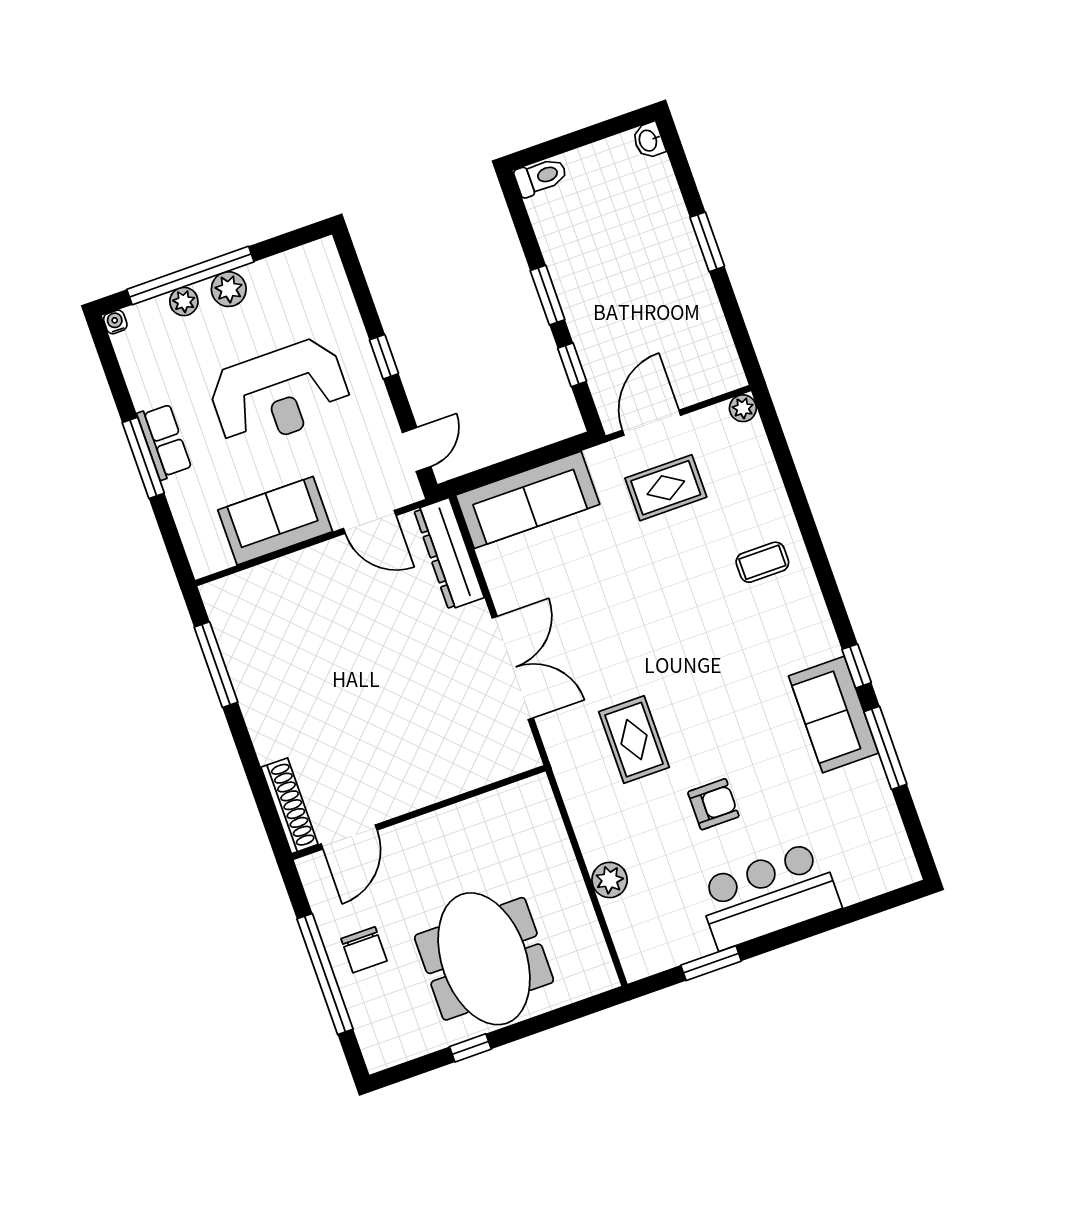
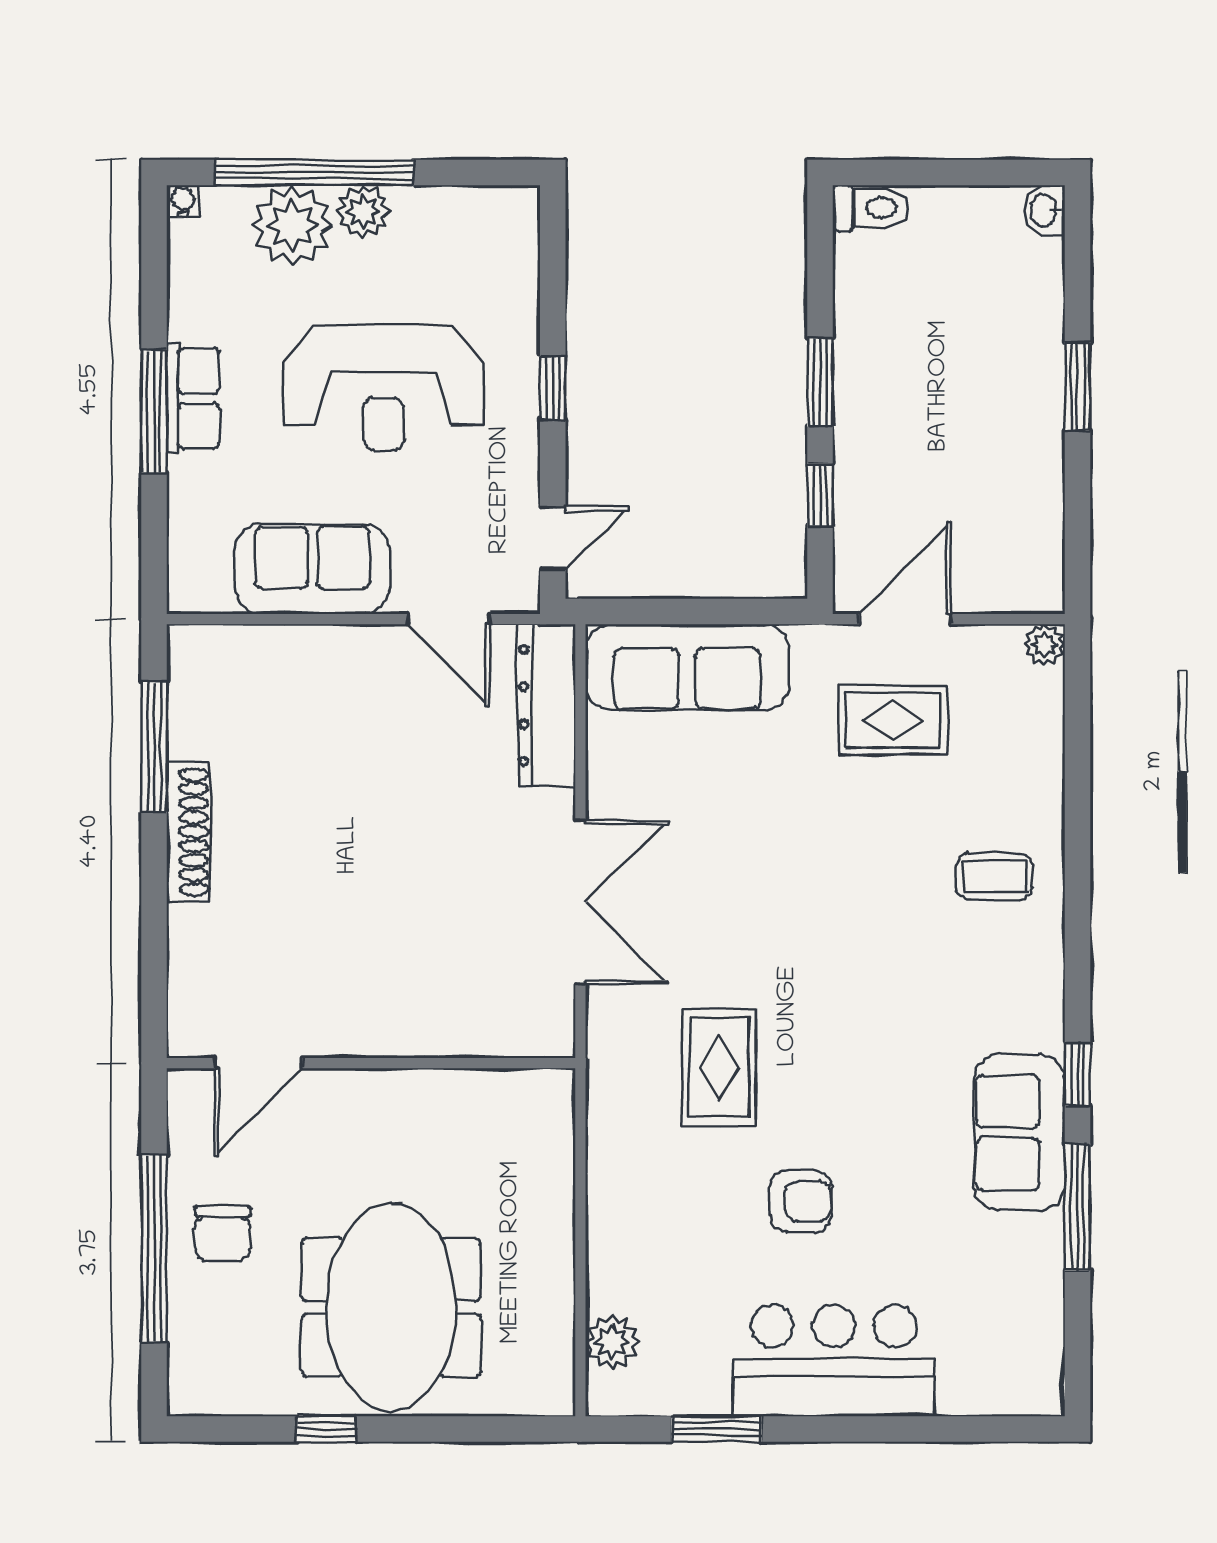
plant: (184, 301) -> (292, 225), width x1.88, depth x1.88
shoe rack: (290, 806) -> (188, 832), moved
plant: (610, 880) -> (612, 1342), moved

